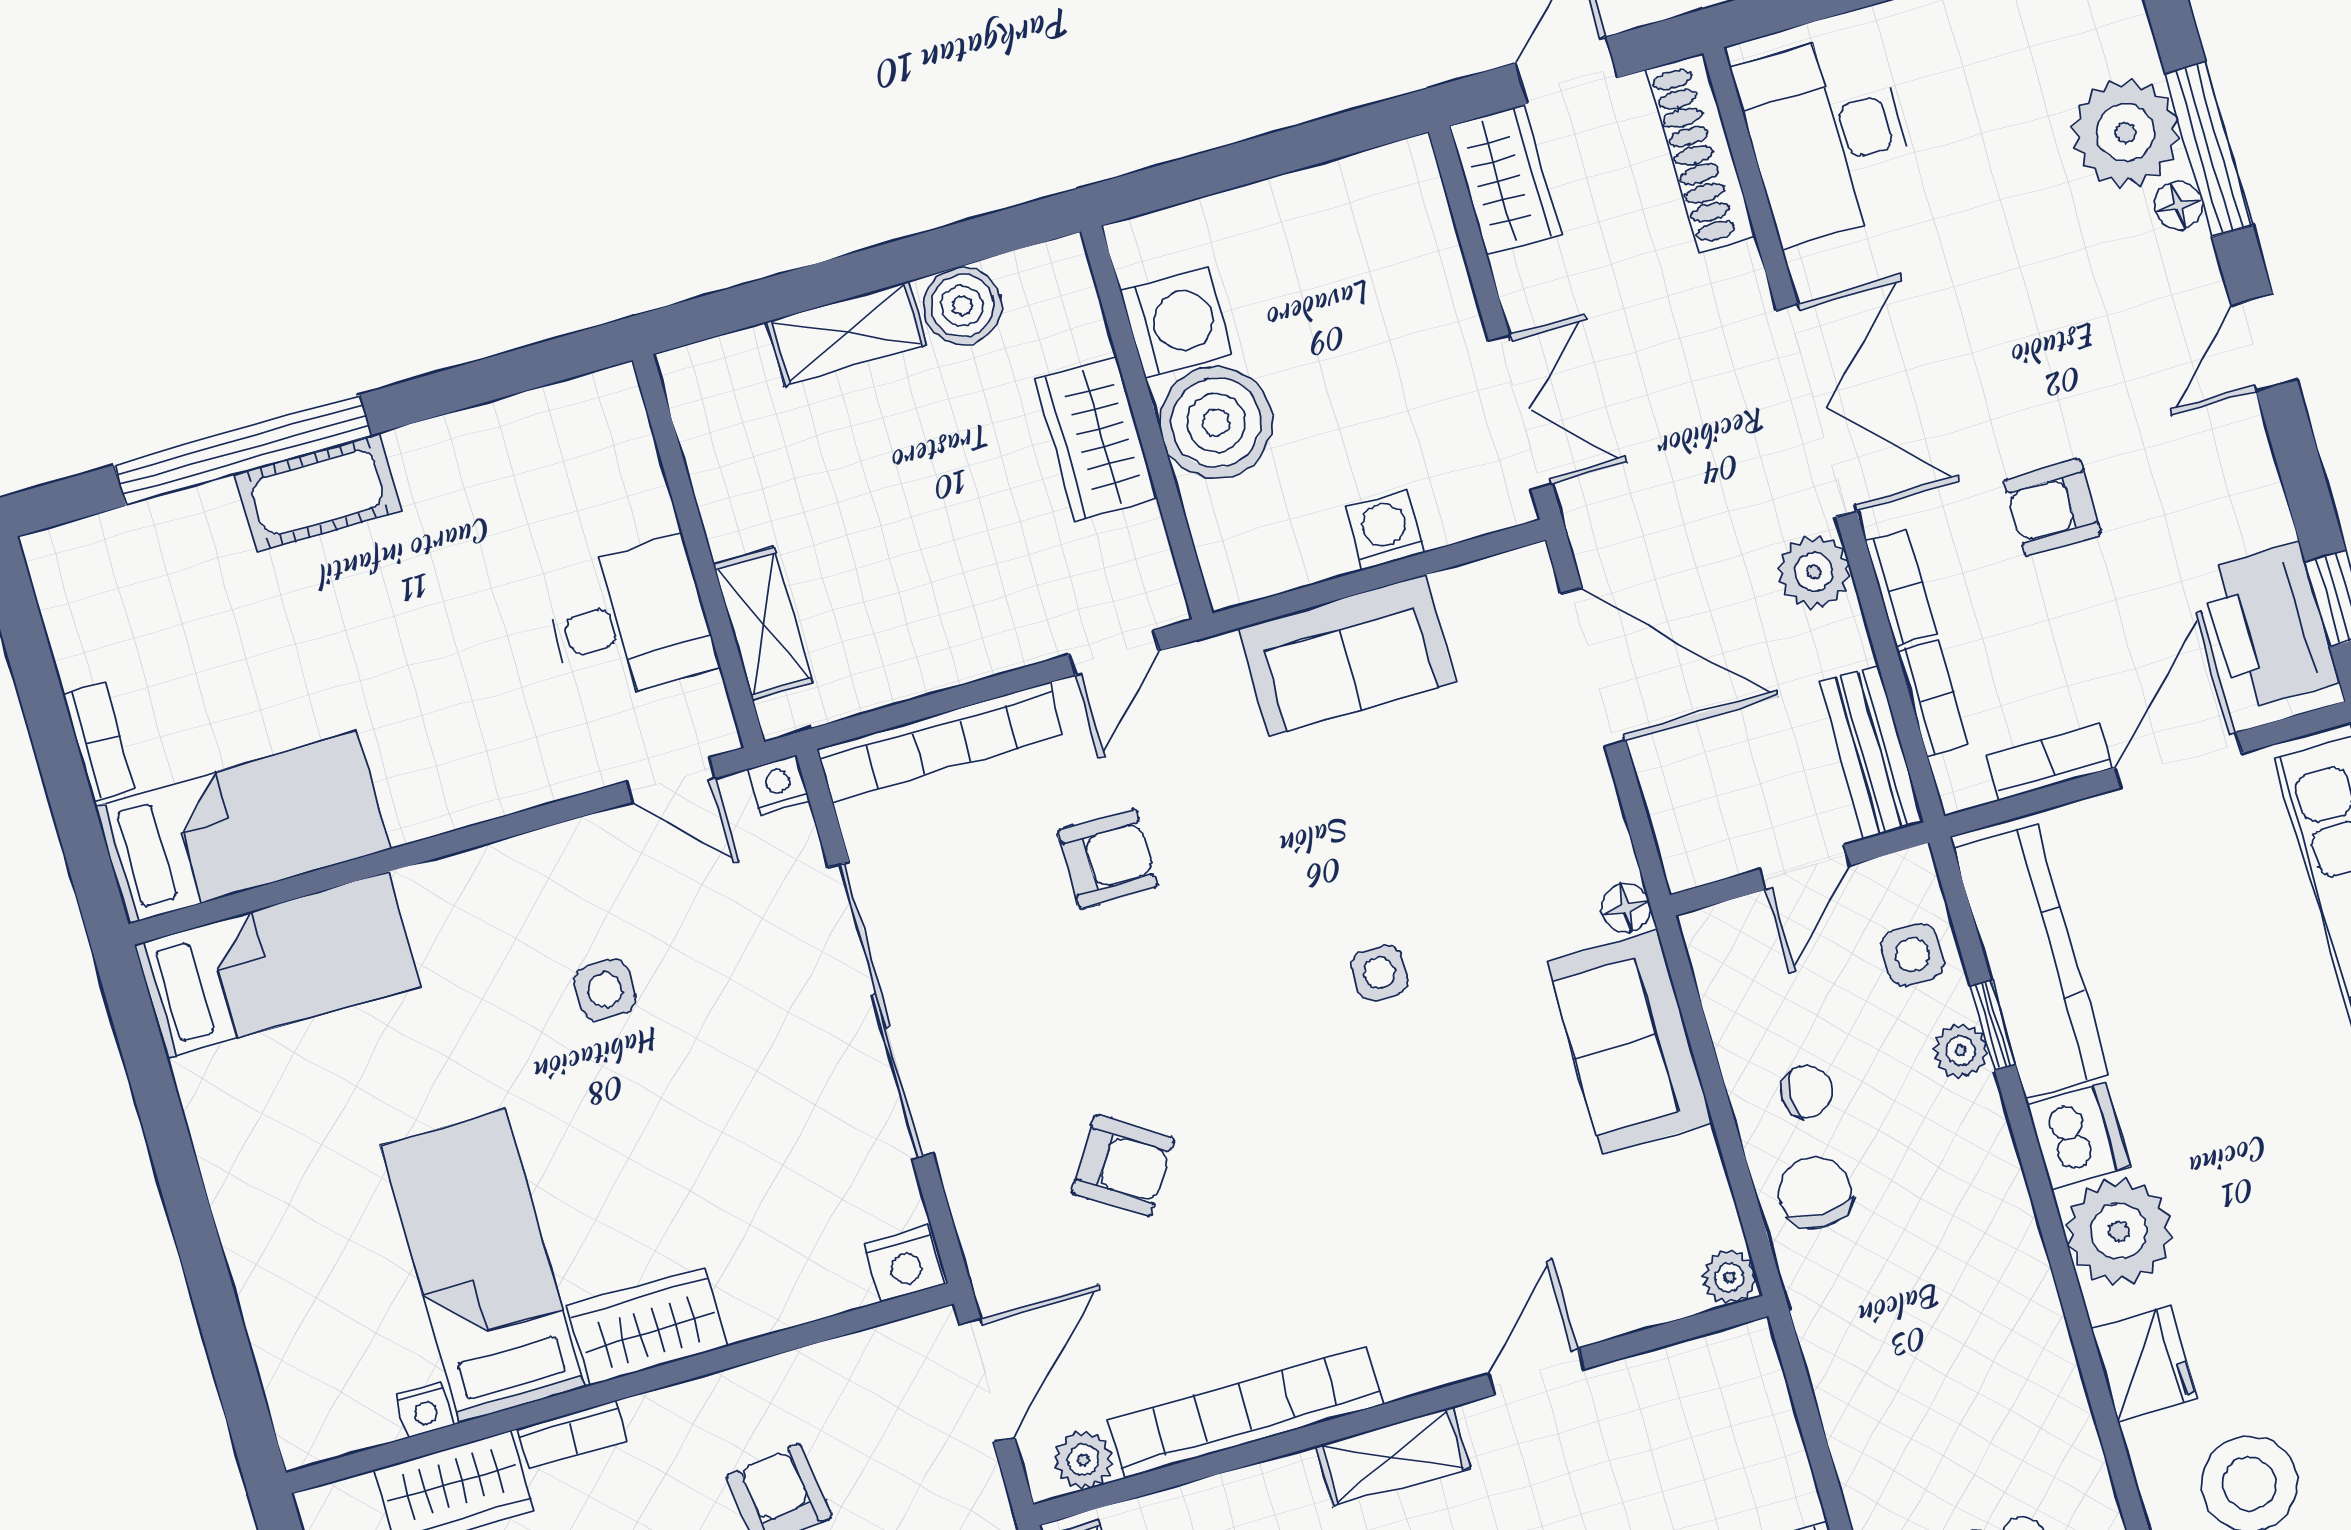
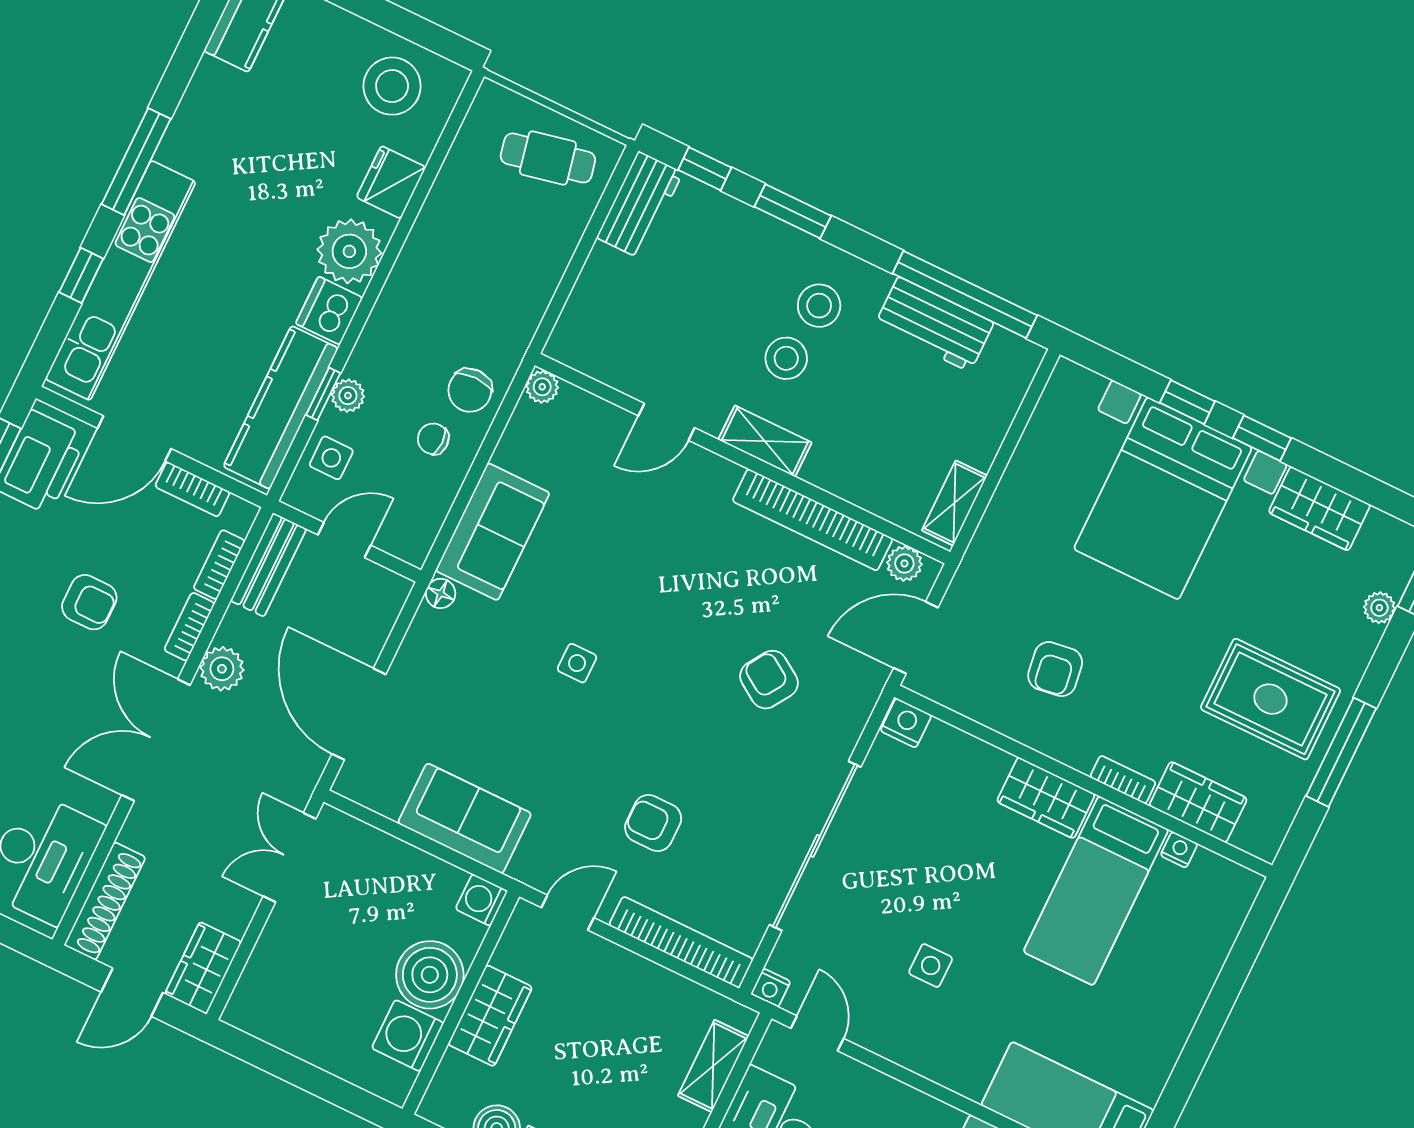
washing machine: (1385, 530) -> (481, 900), moved, turned 90

